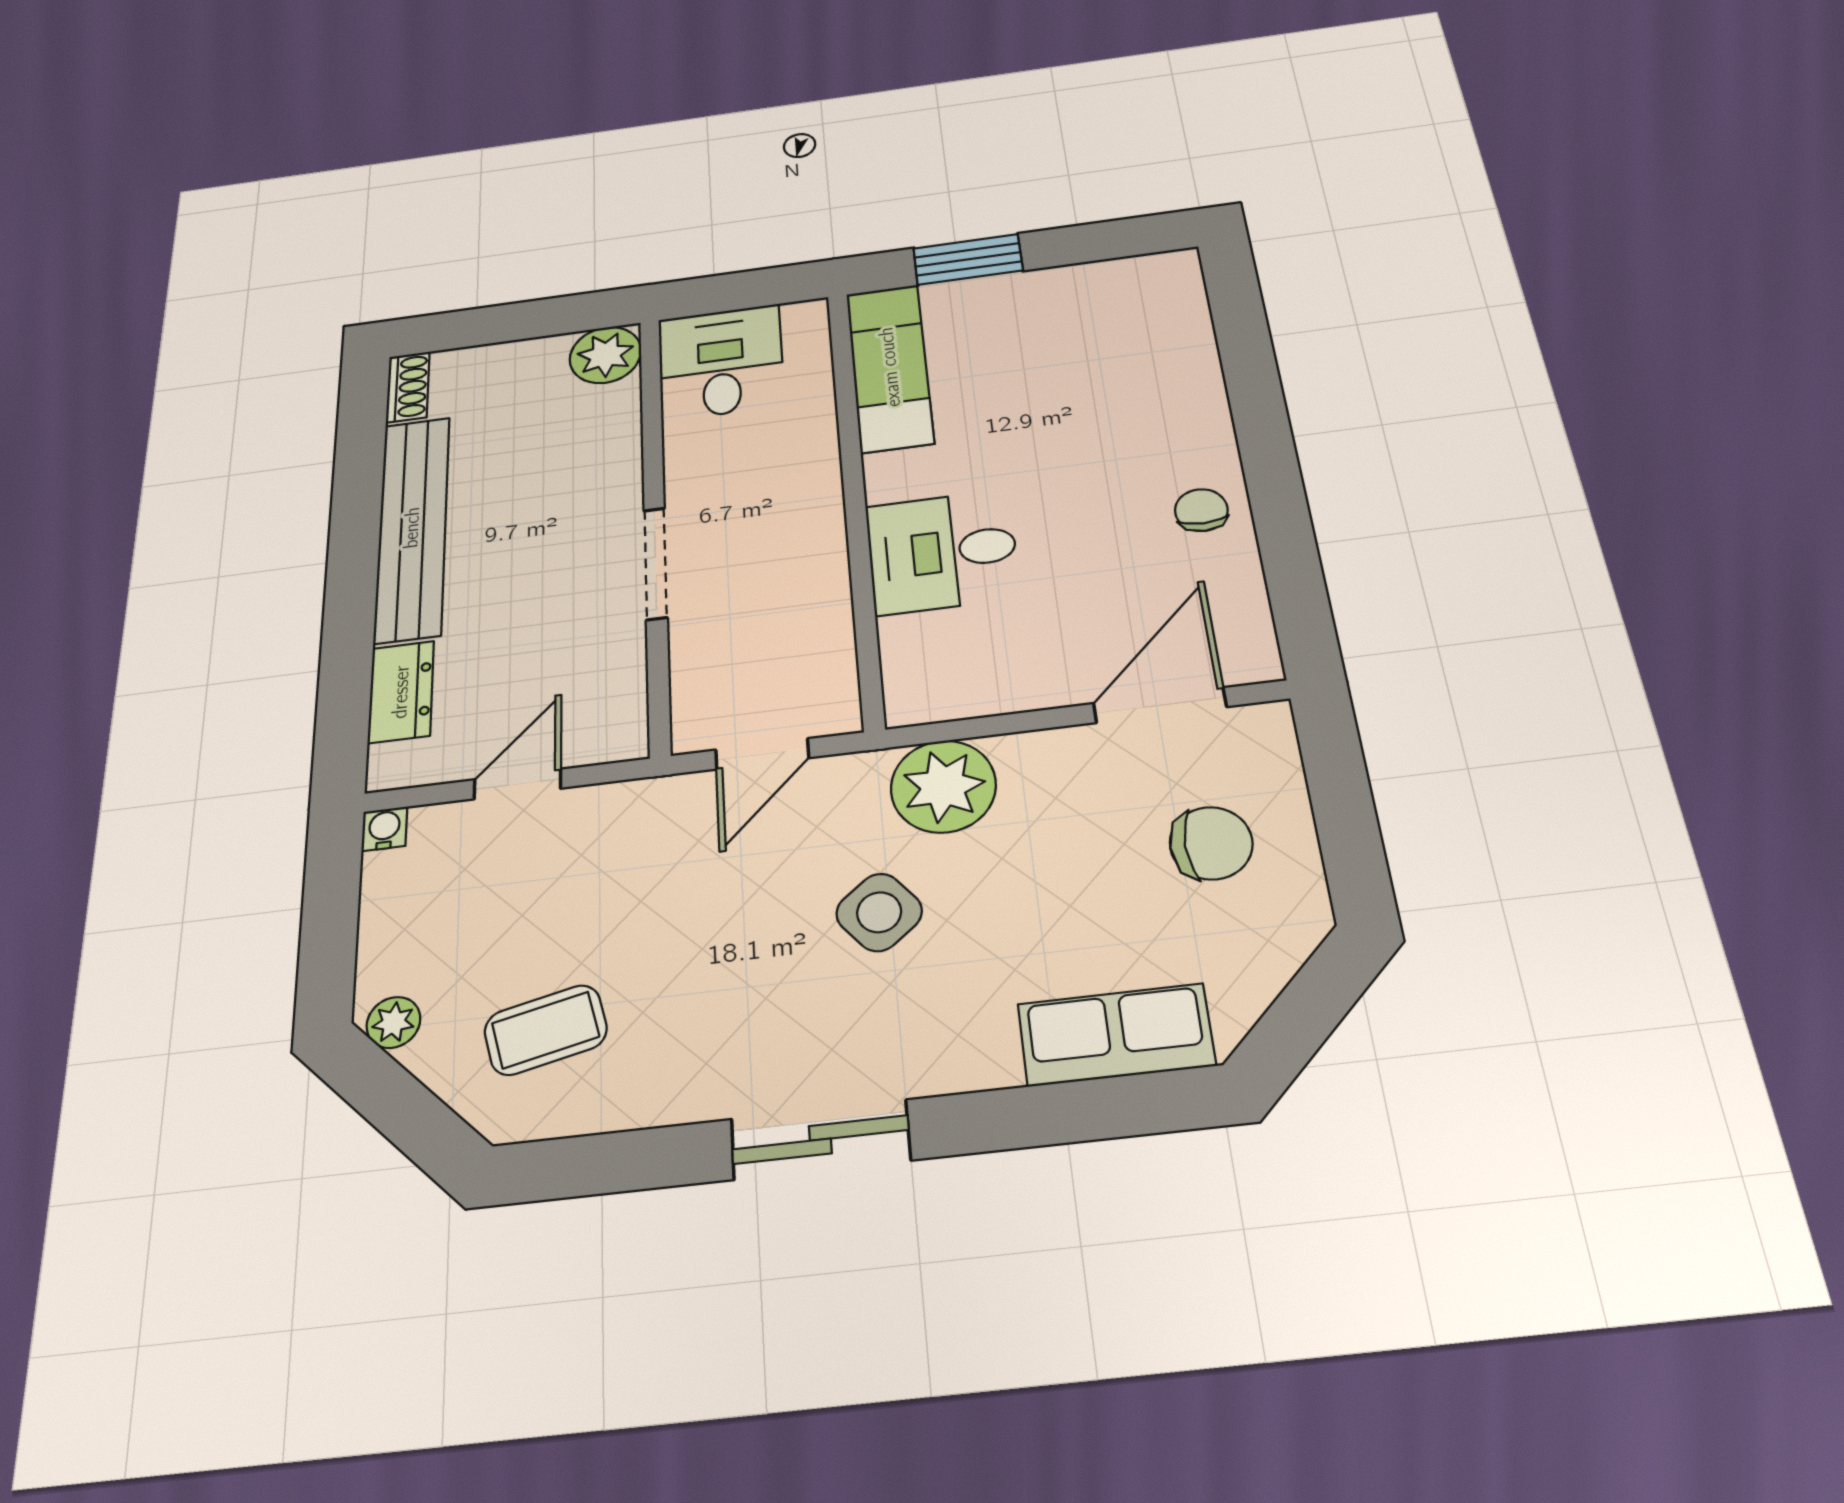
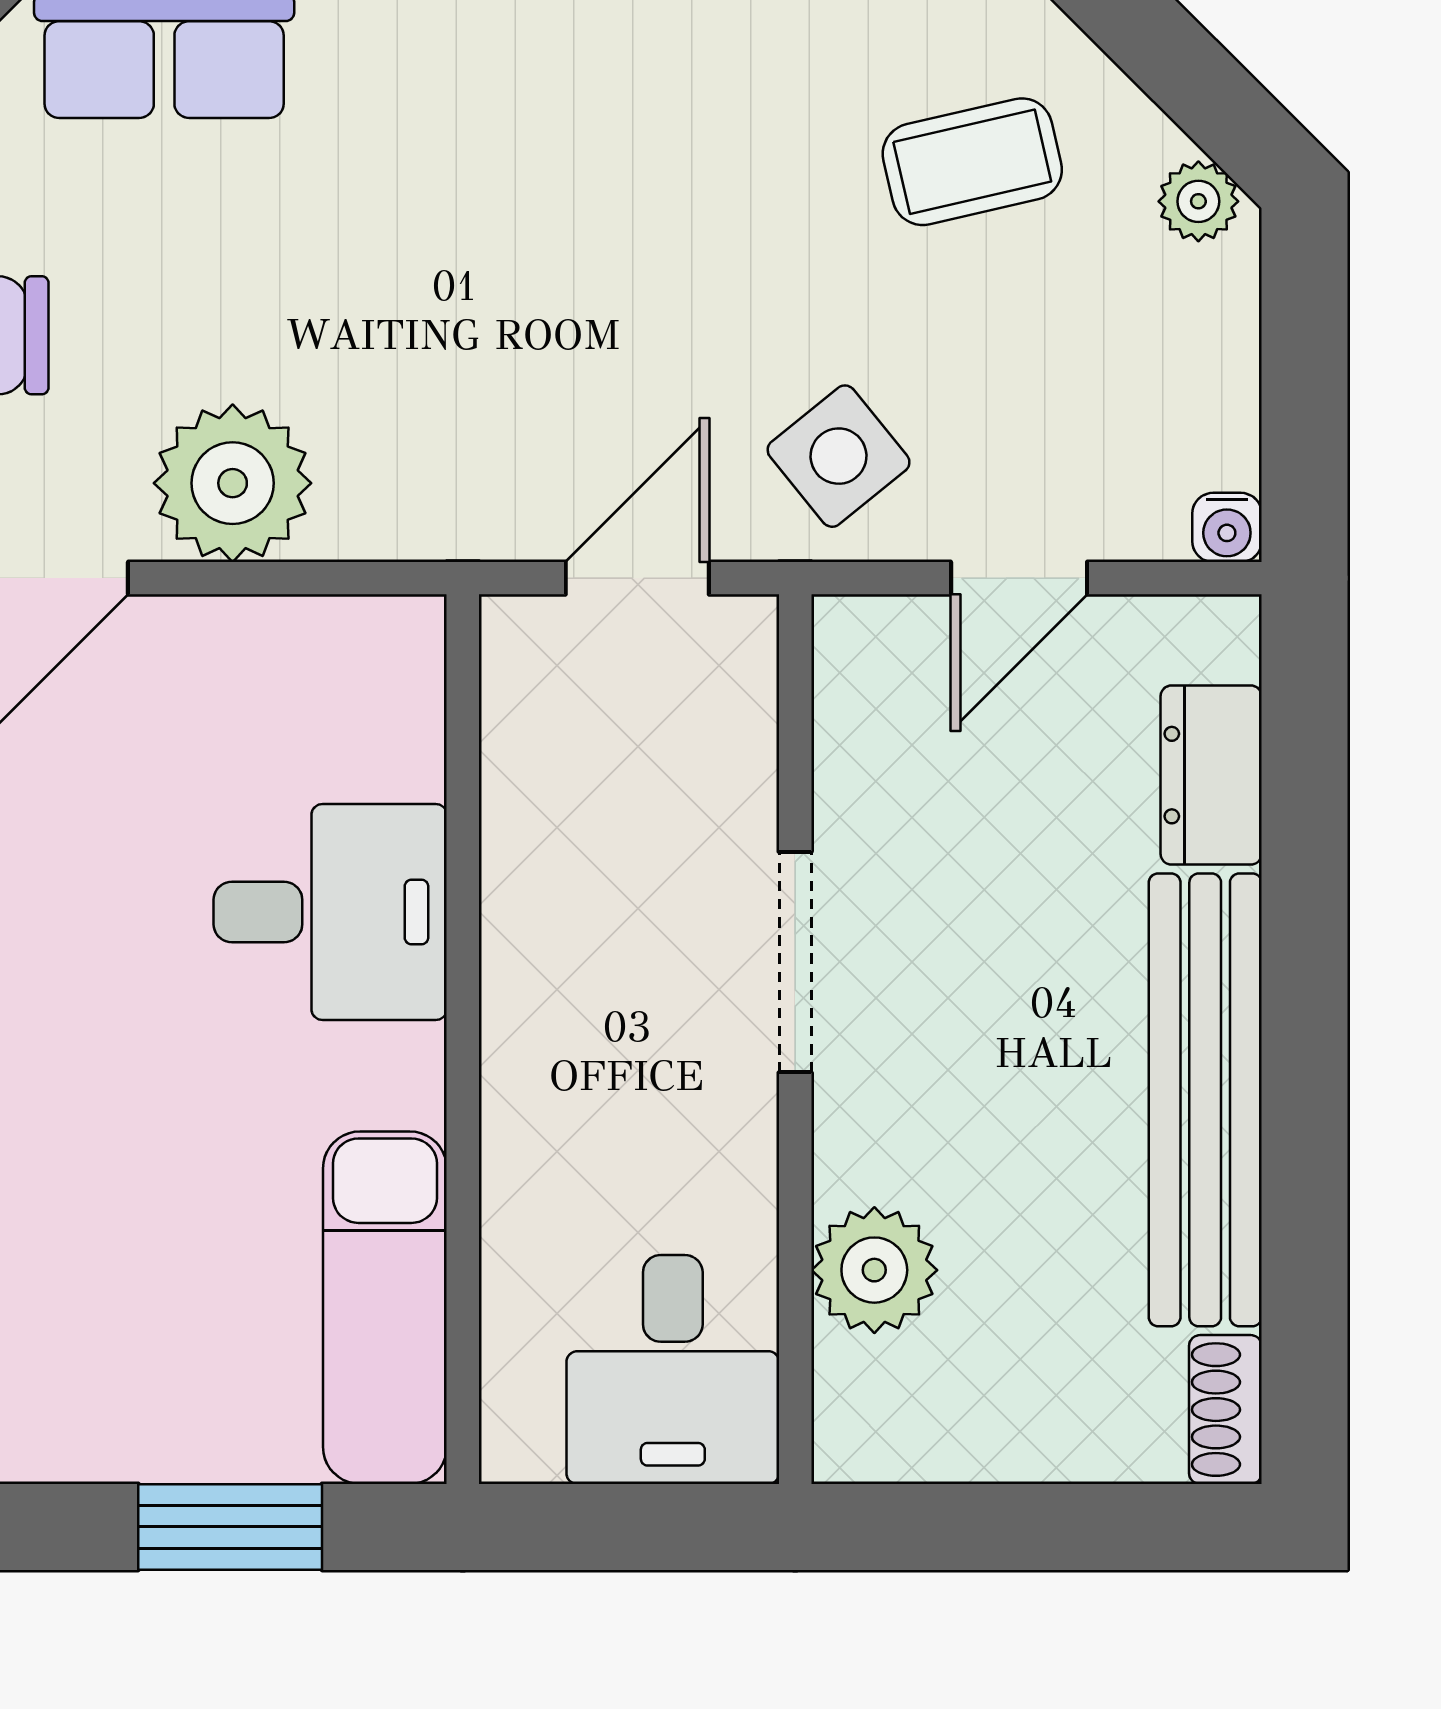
plant: (605, 355) -> (874, 1270), moved
plant: (943, 786) -> (233, 483), moved
side table: (879, 912) -> (839, 456), moved

